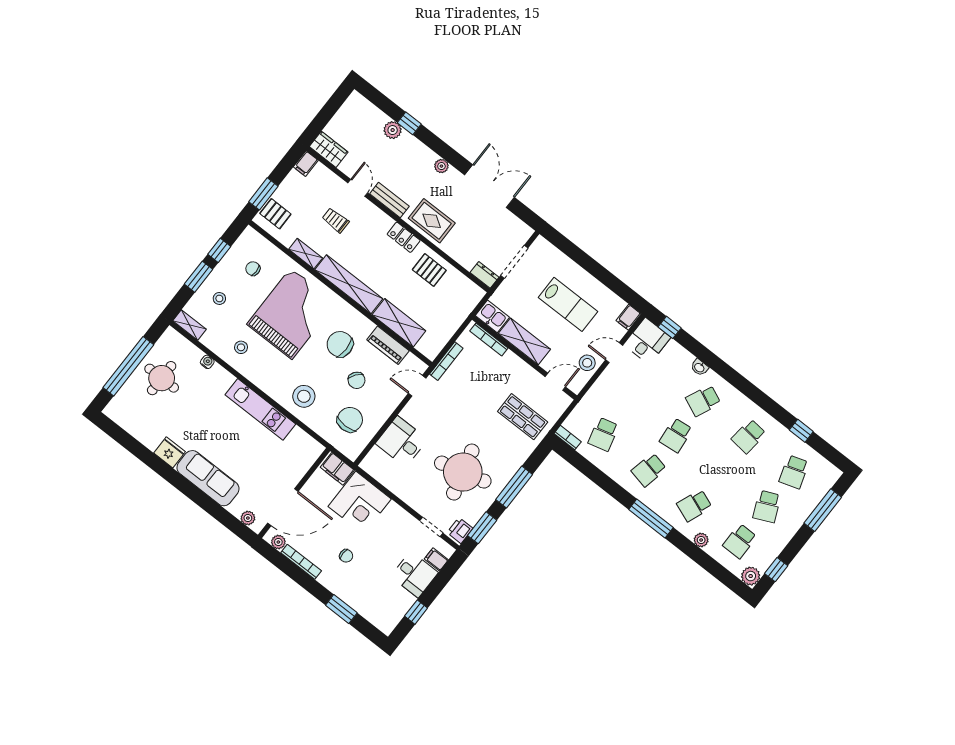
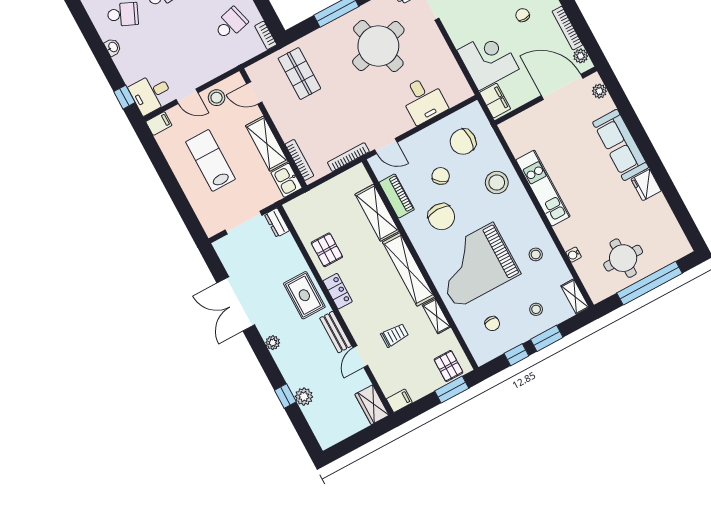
trolley: (335, 220) -> (395, 335), turned -90

